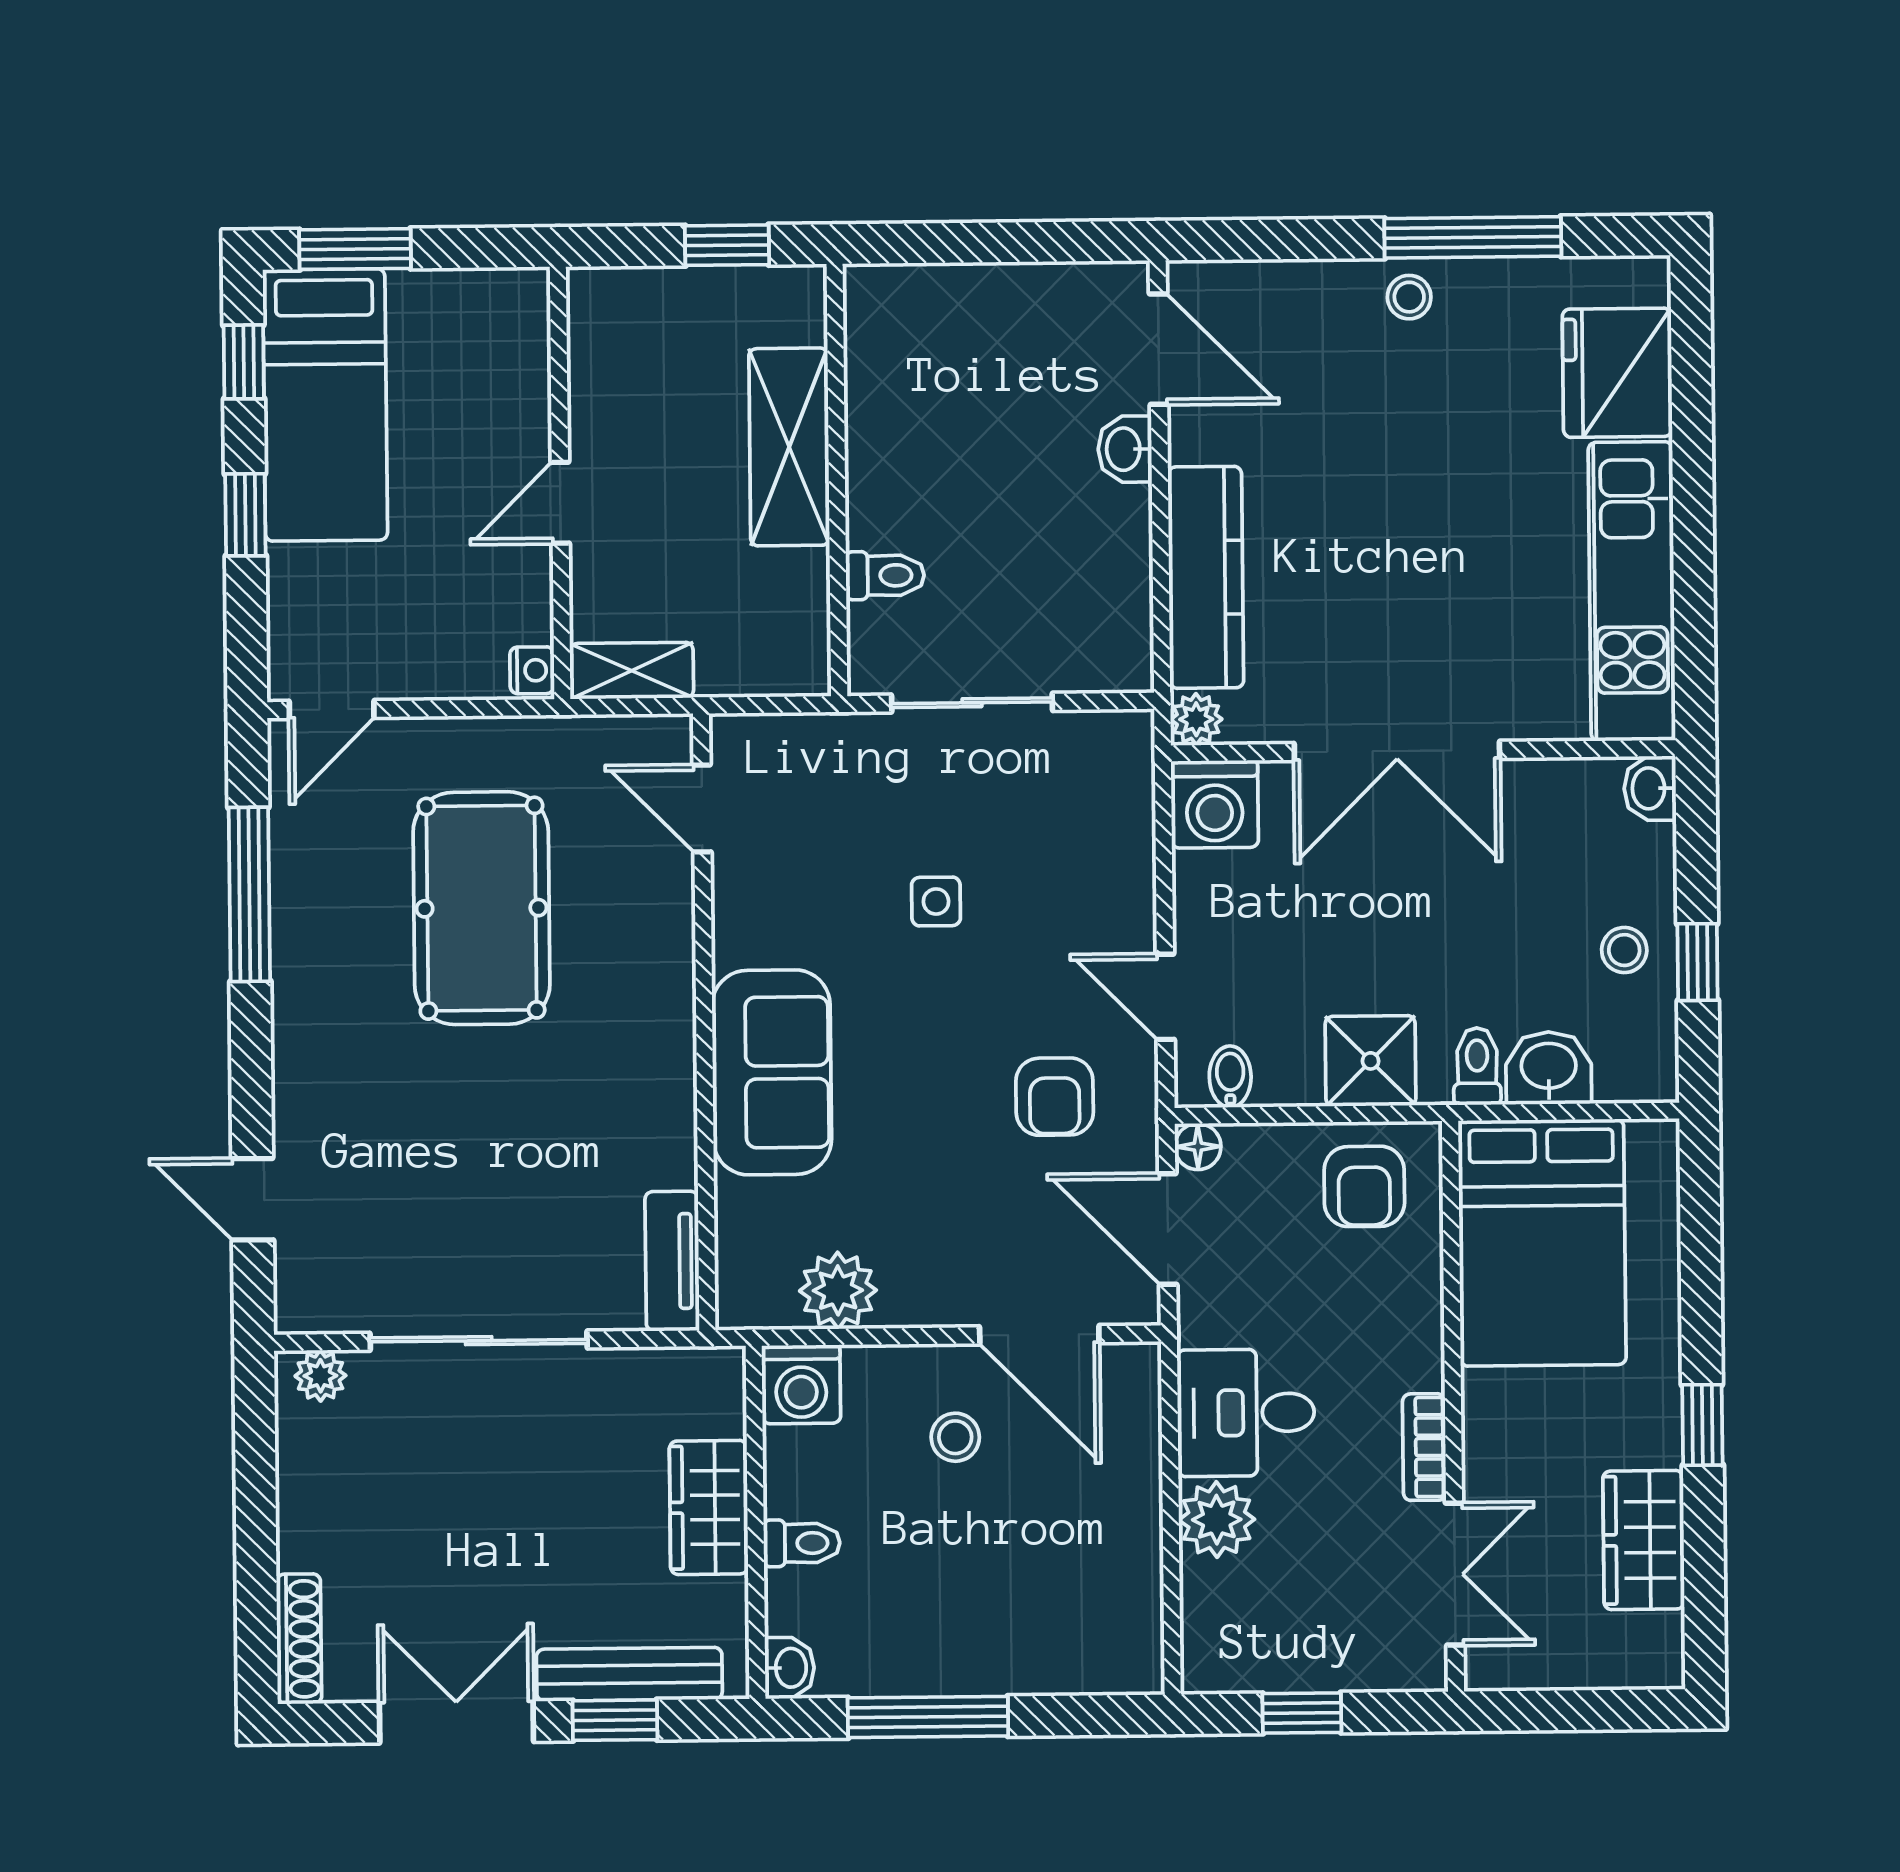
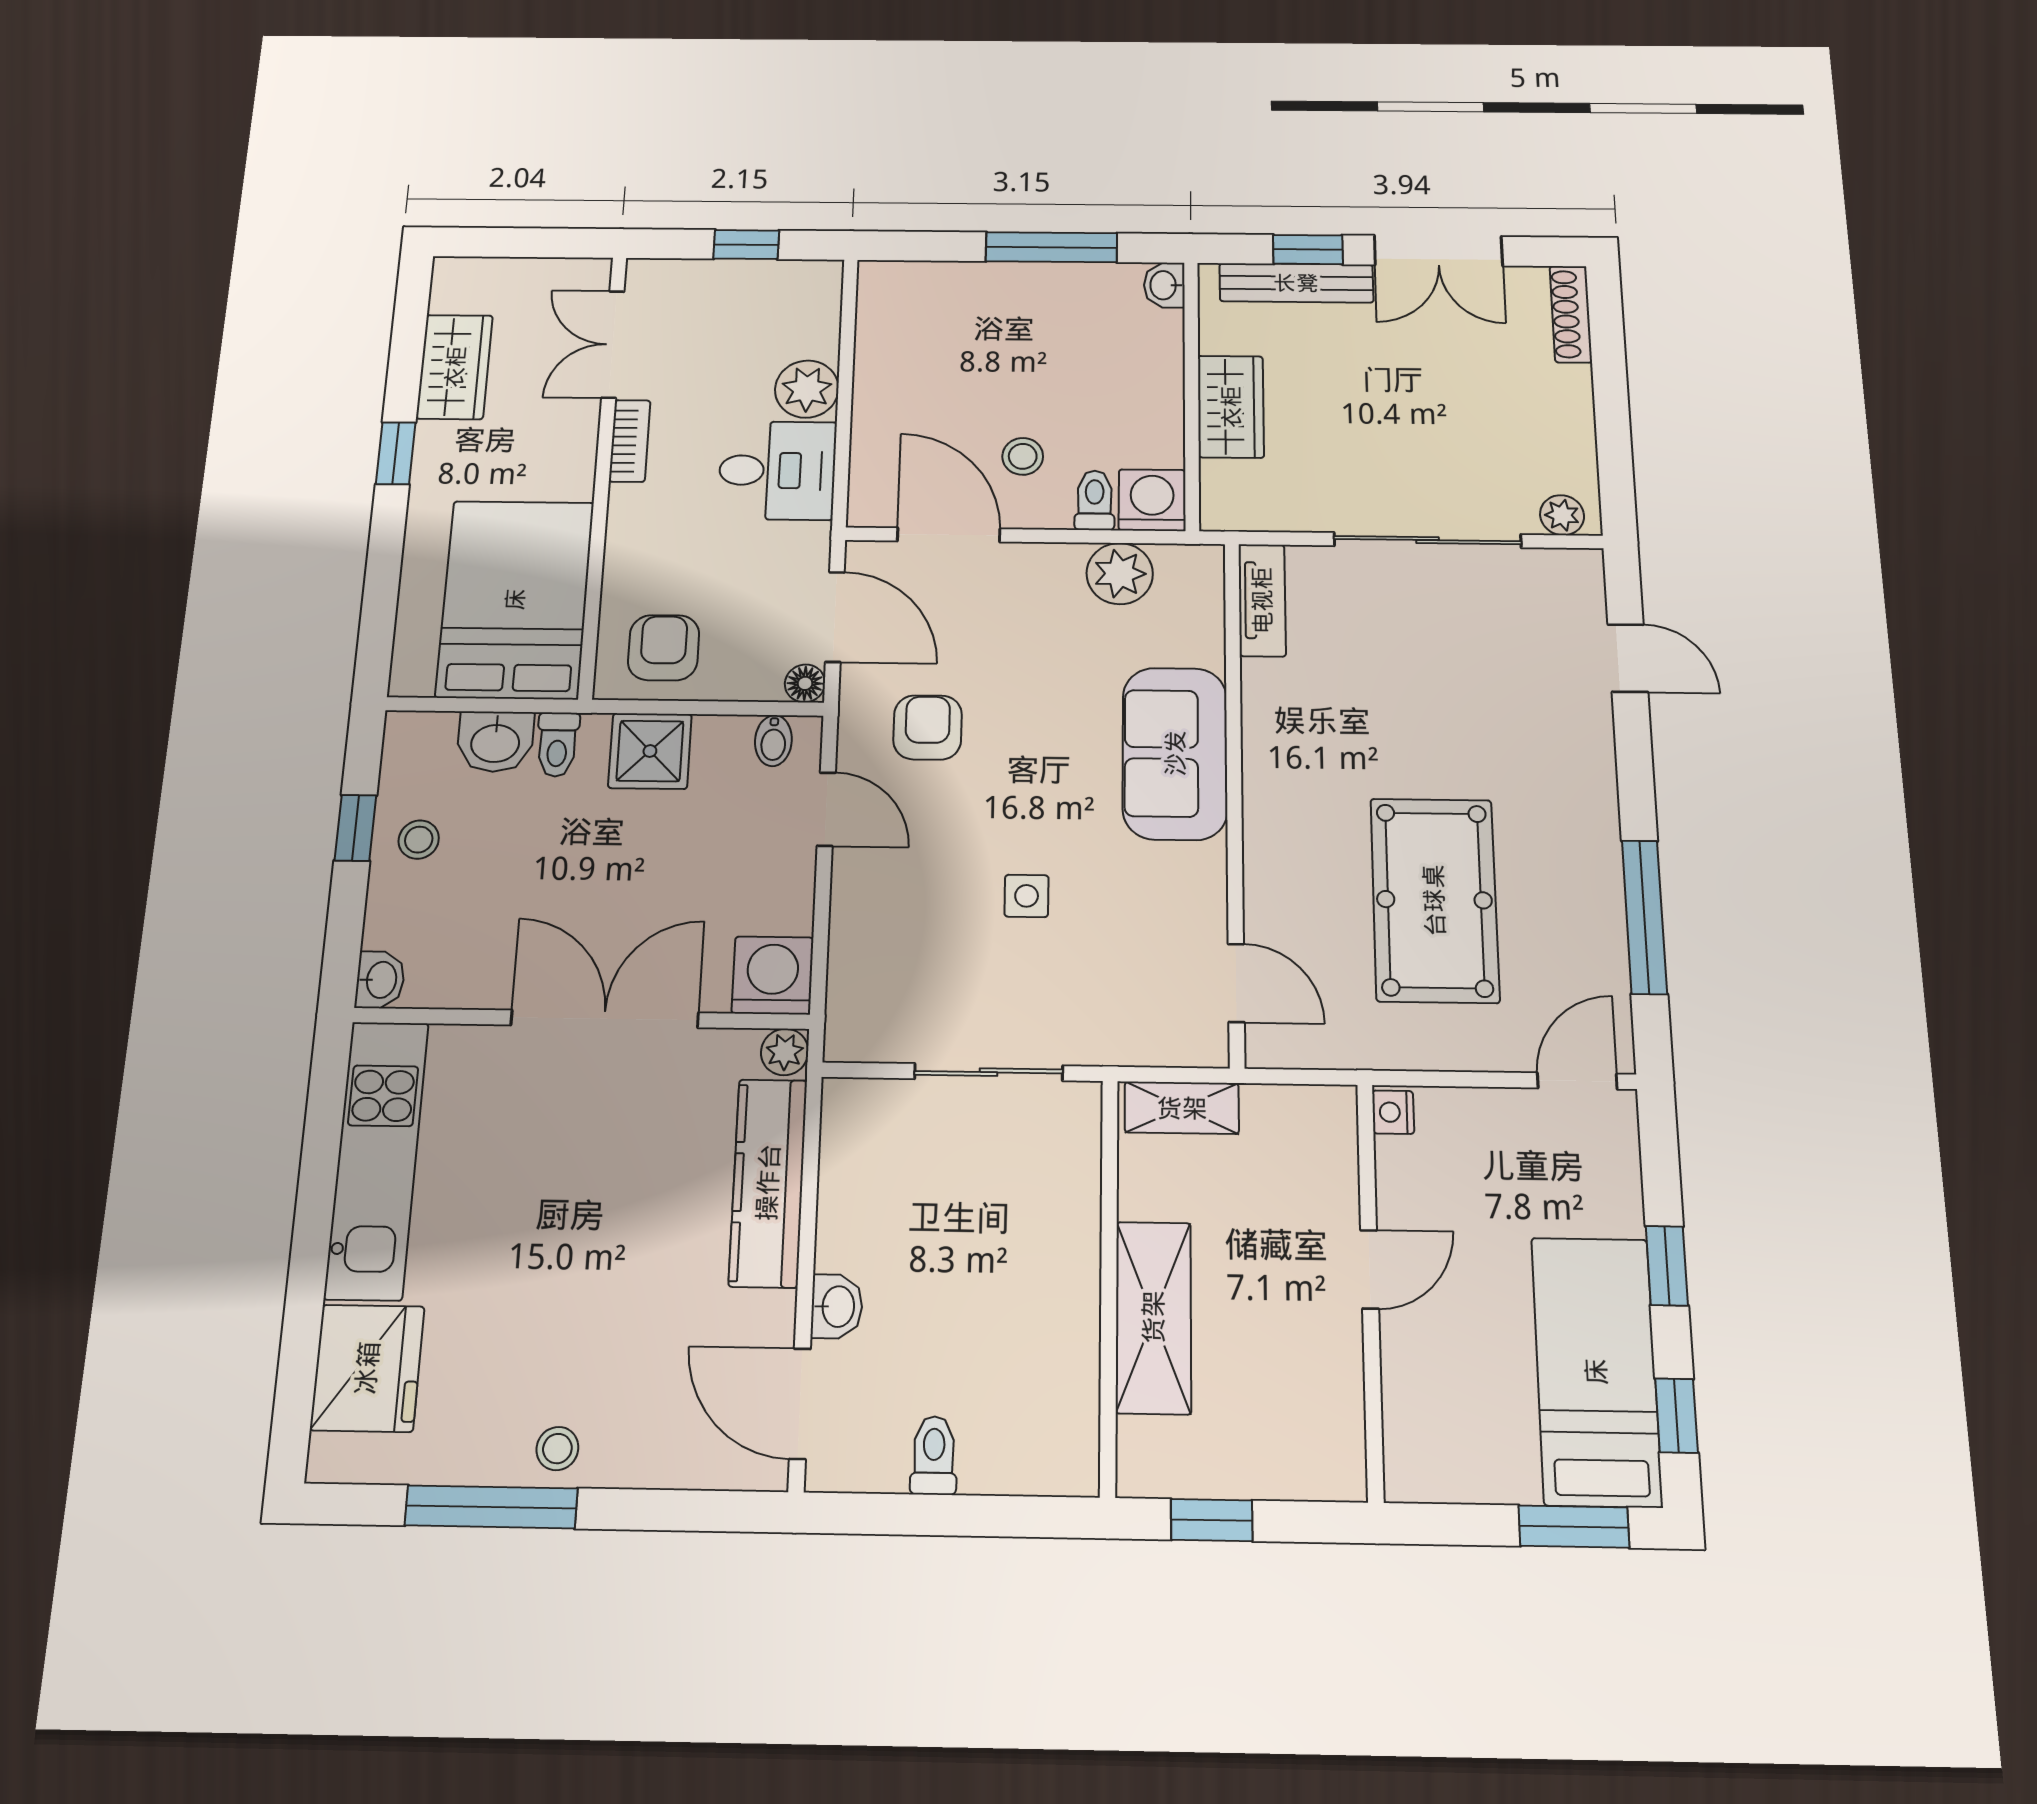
toilet: (885, 575) -> (934, 1455), moved, turned 90
shelving: (632, 671) -> (1182, 1108), moved
toilet: (802, 1543) -> (1095, 500), moved, turned 90

